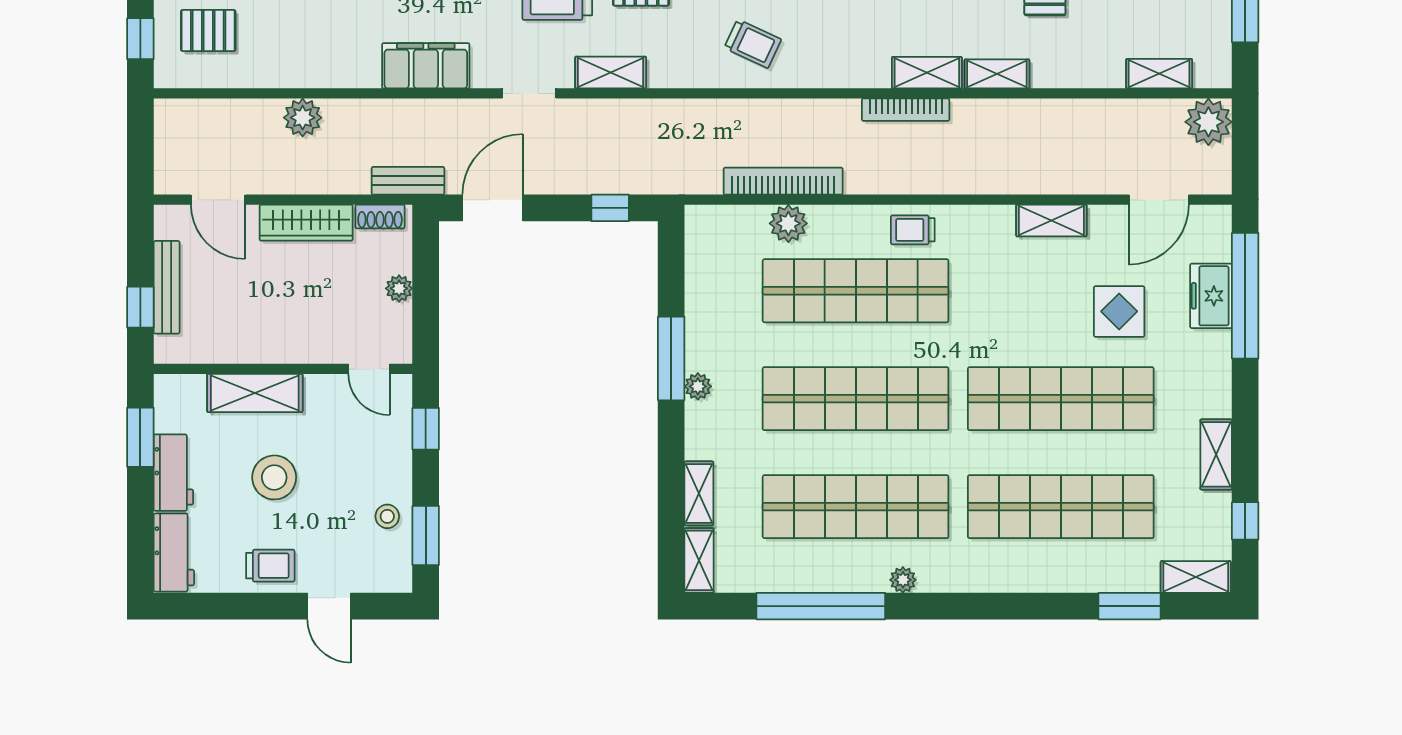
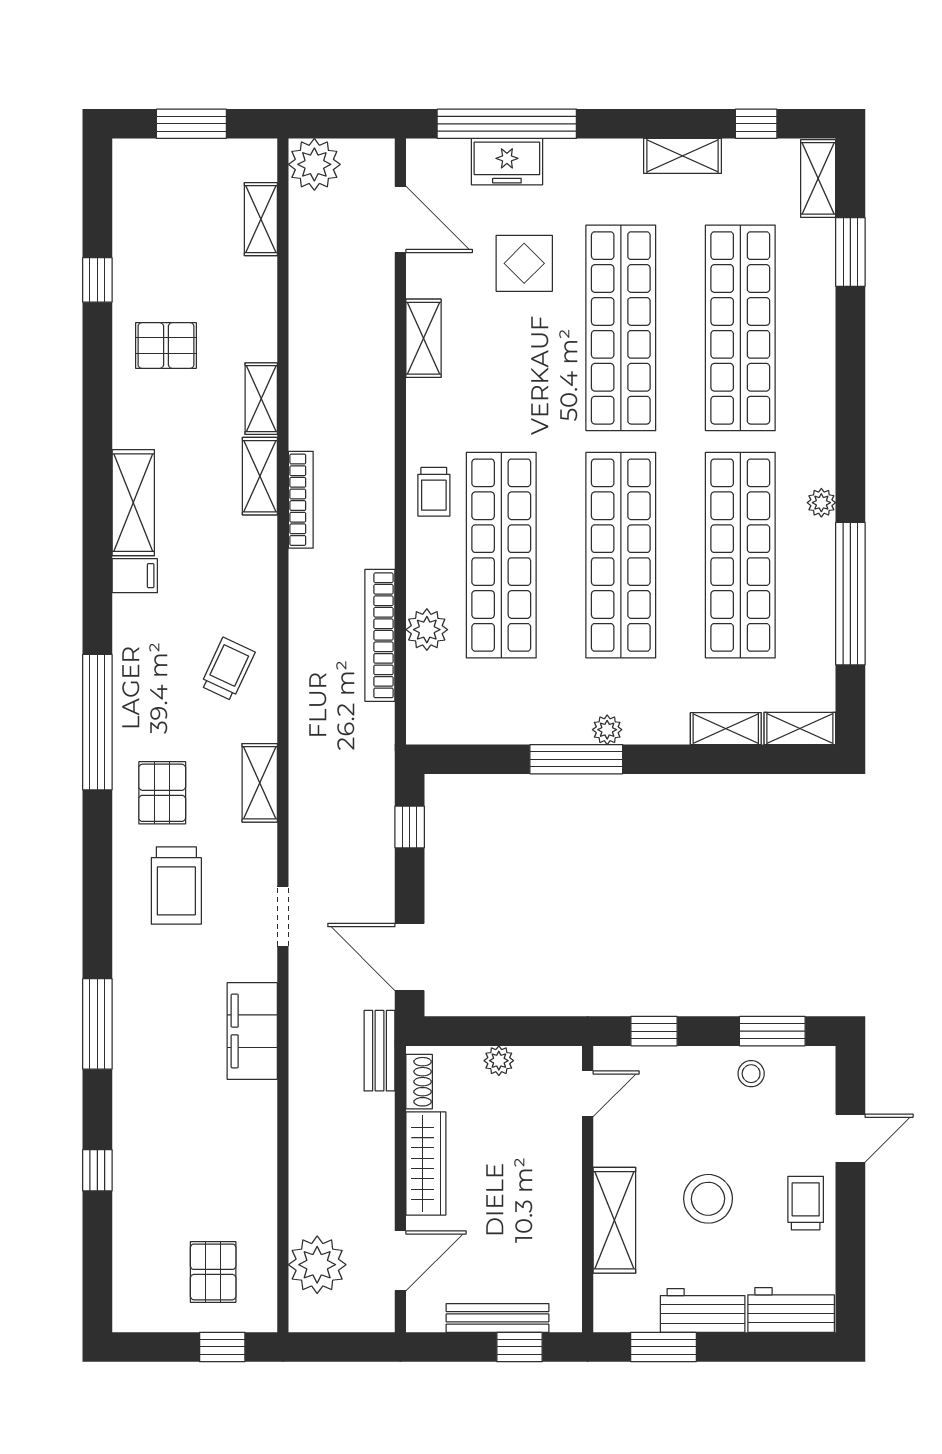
shelving: (611, 73) -> (260, 783), moved
plant: (303, 118) -> (317, 1265), moved, width x1.36, depth x1.36

